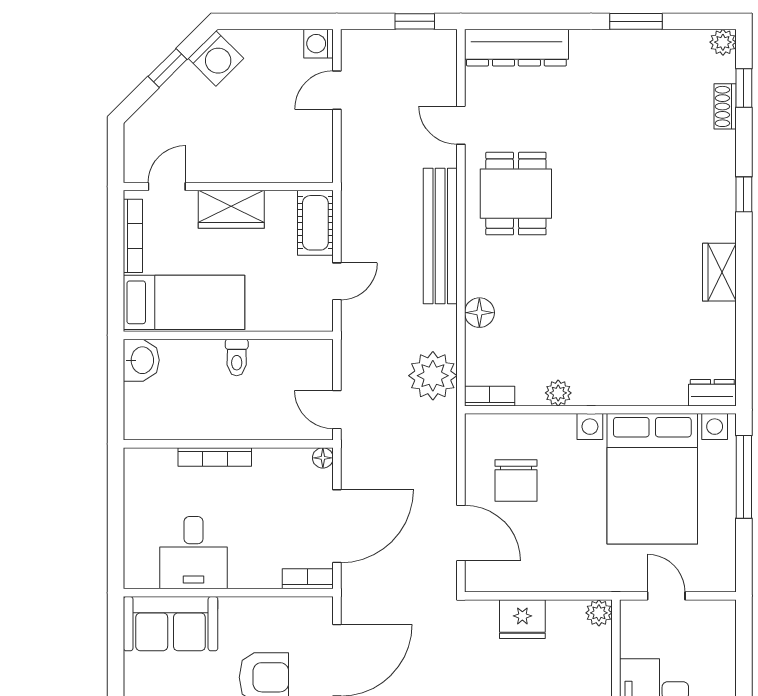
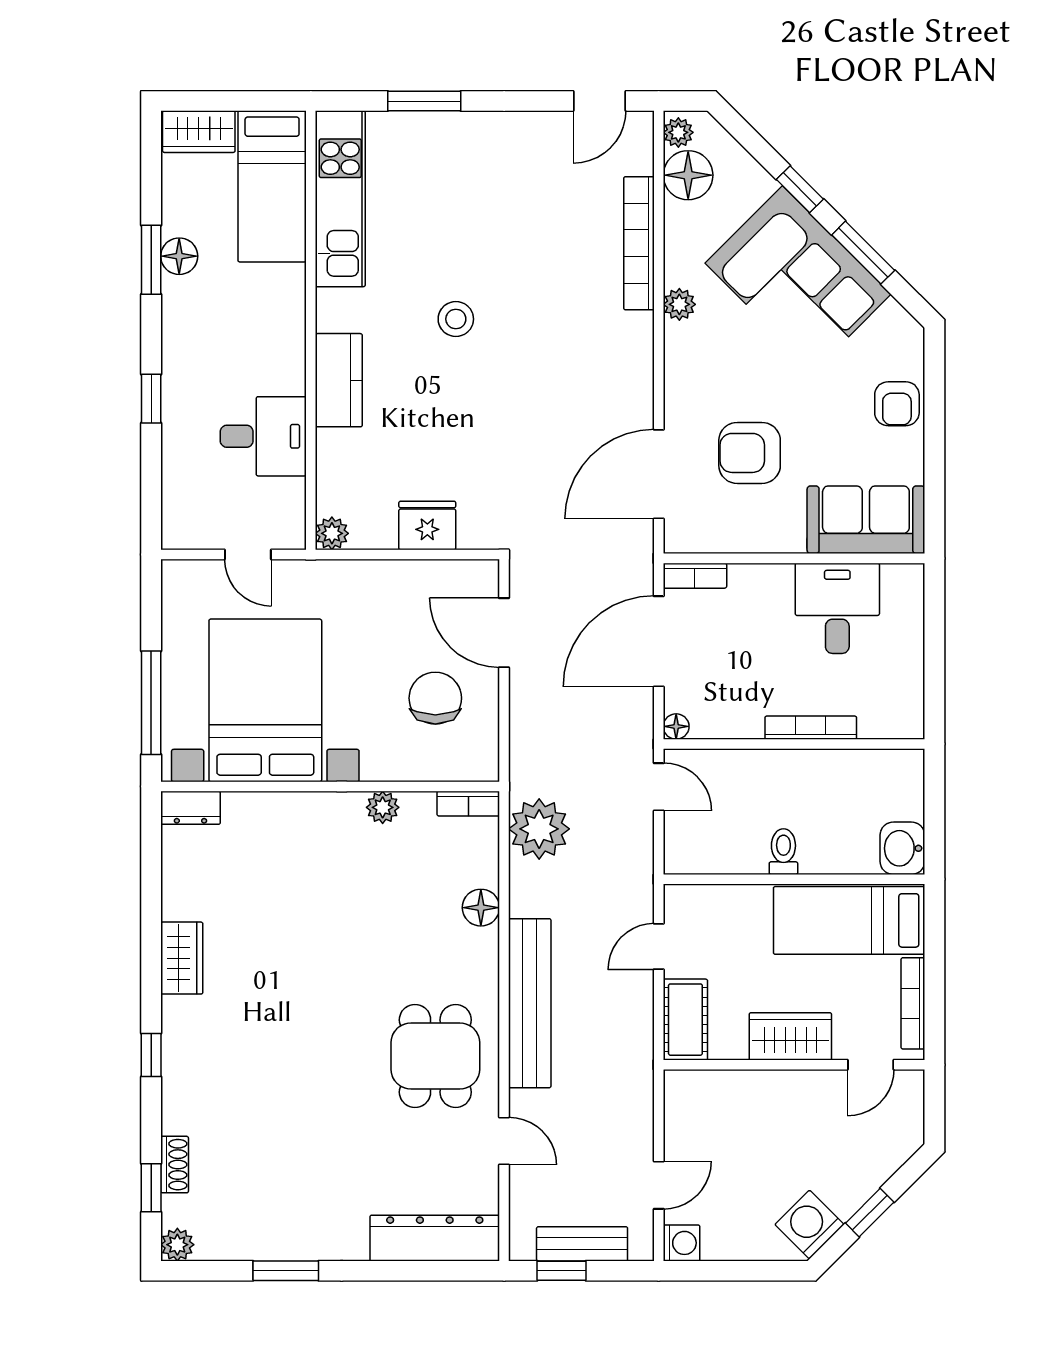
bench: (398, 43) -> (582, 1244), added

